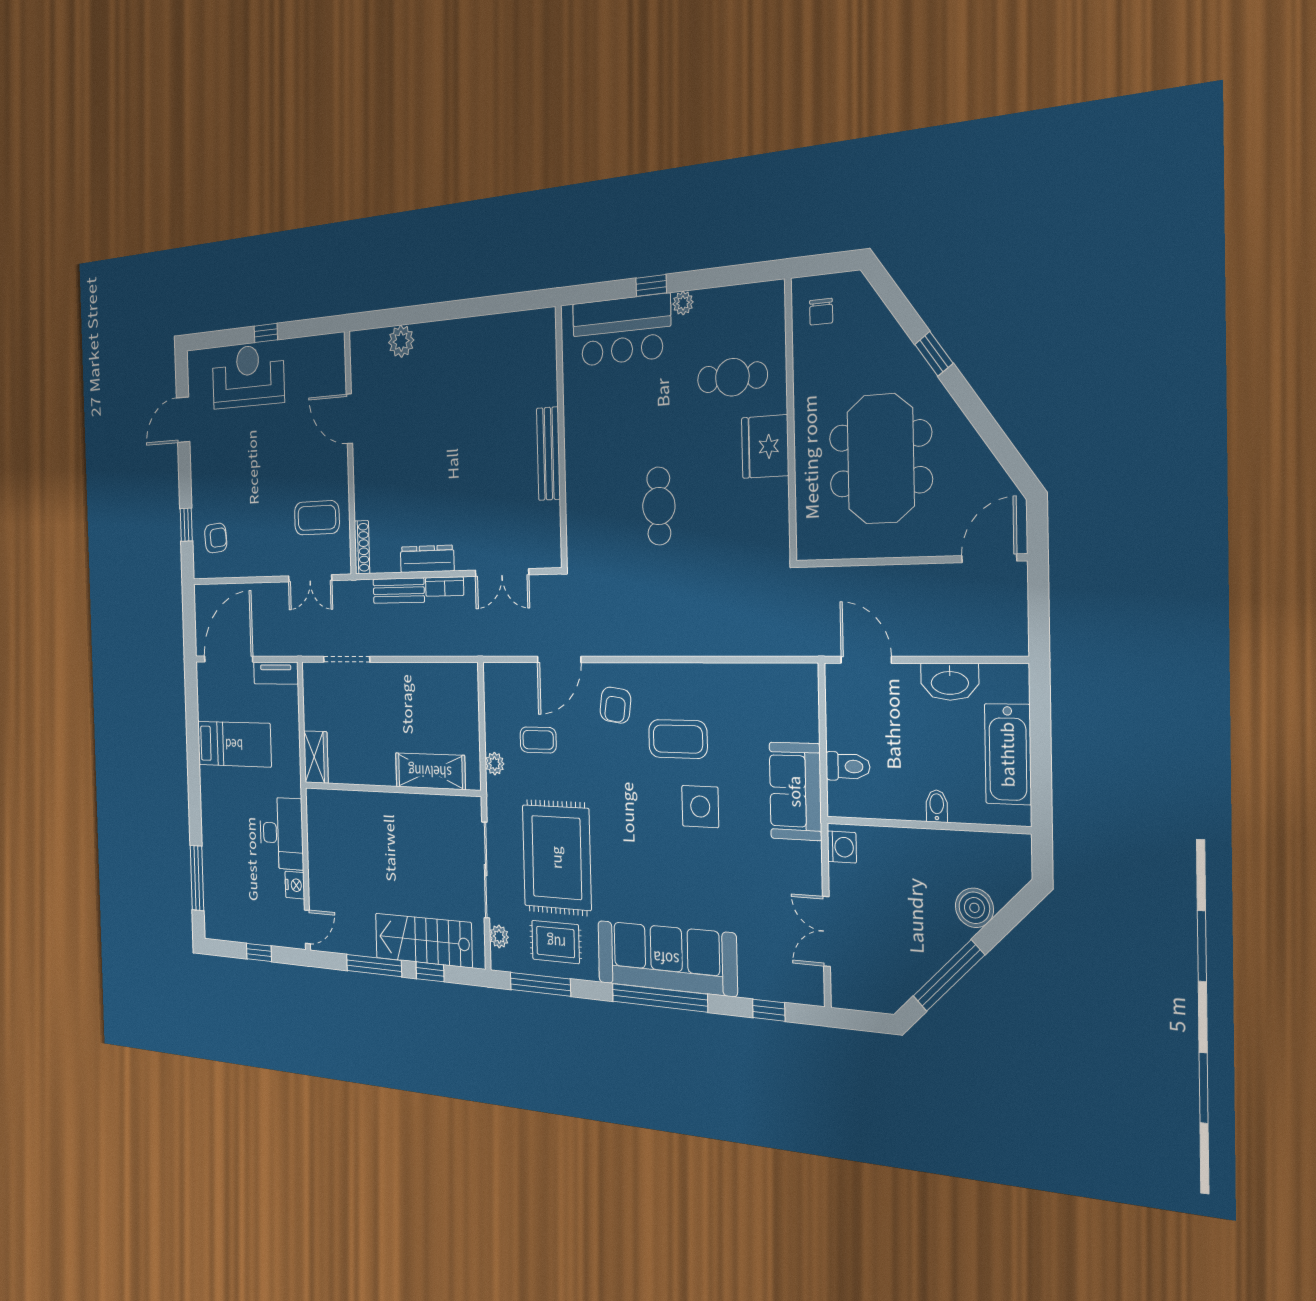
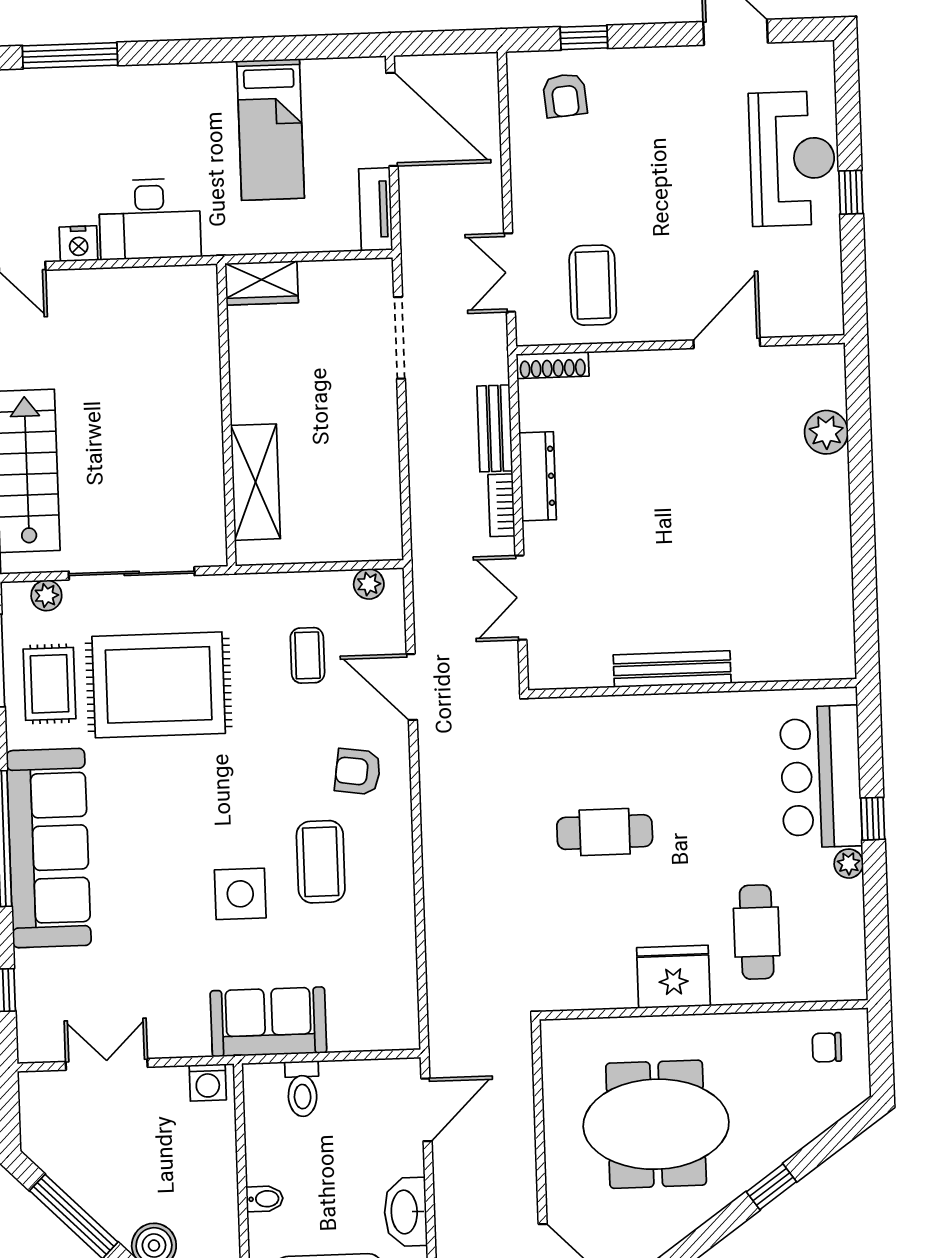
plant: (495, 764) -> (369, 584), moved

